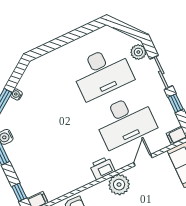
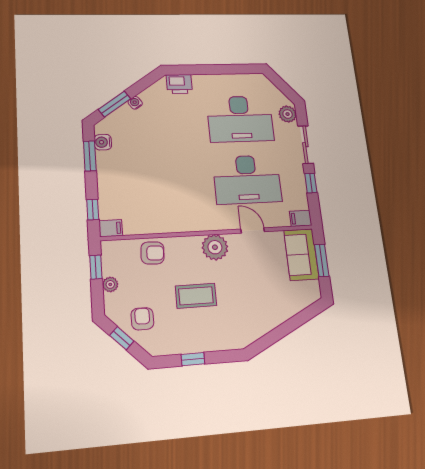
door: (143, 160) -> (253, 230), hinge flipped
printer: (102, 168) -> (179, 84), moved, turned 180

